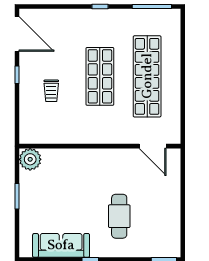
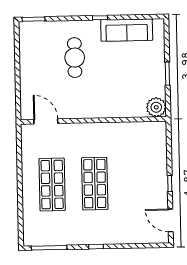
door: (17, 34) -> (171, 220), width x0.73
shop shelf: (147, 76) -> (52, 184), width x0.71
trolley: (51, 91) -> (138, 170), removed

